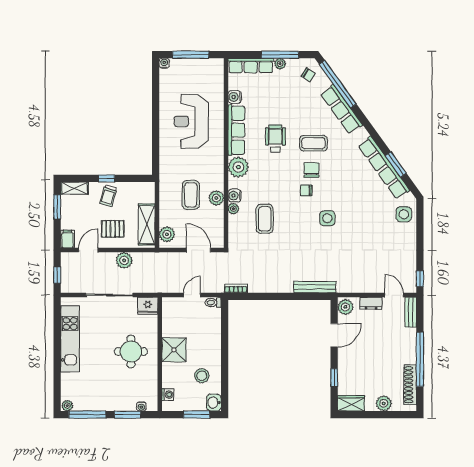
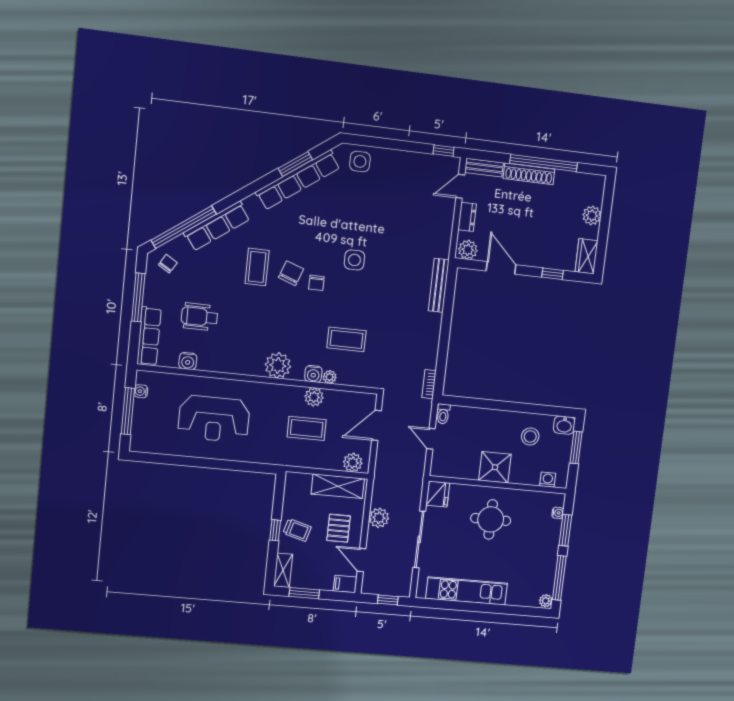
water cooler: (164, 63) -> (141, 391), moved
plant: (280, 64) -> (150, 299), removed
row of seats: (236, 130) -> (231, 363), removed
wheelchair: (275, 139) -> (199, 317), moved
chair: (312, 170) -> (291, 273), turned 110
shoe rack: (410, 385) -> (529, 174), moved

